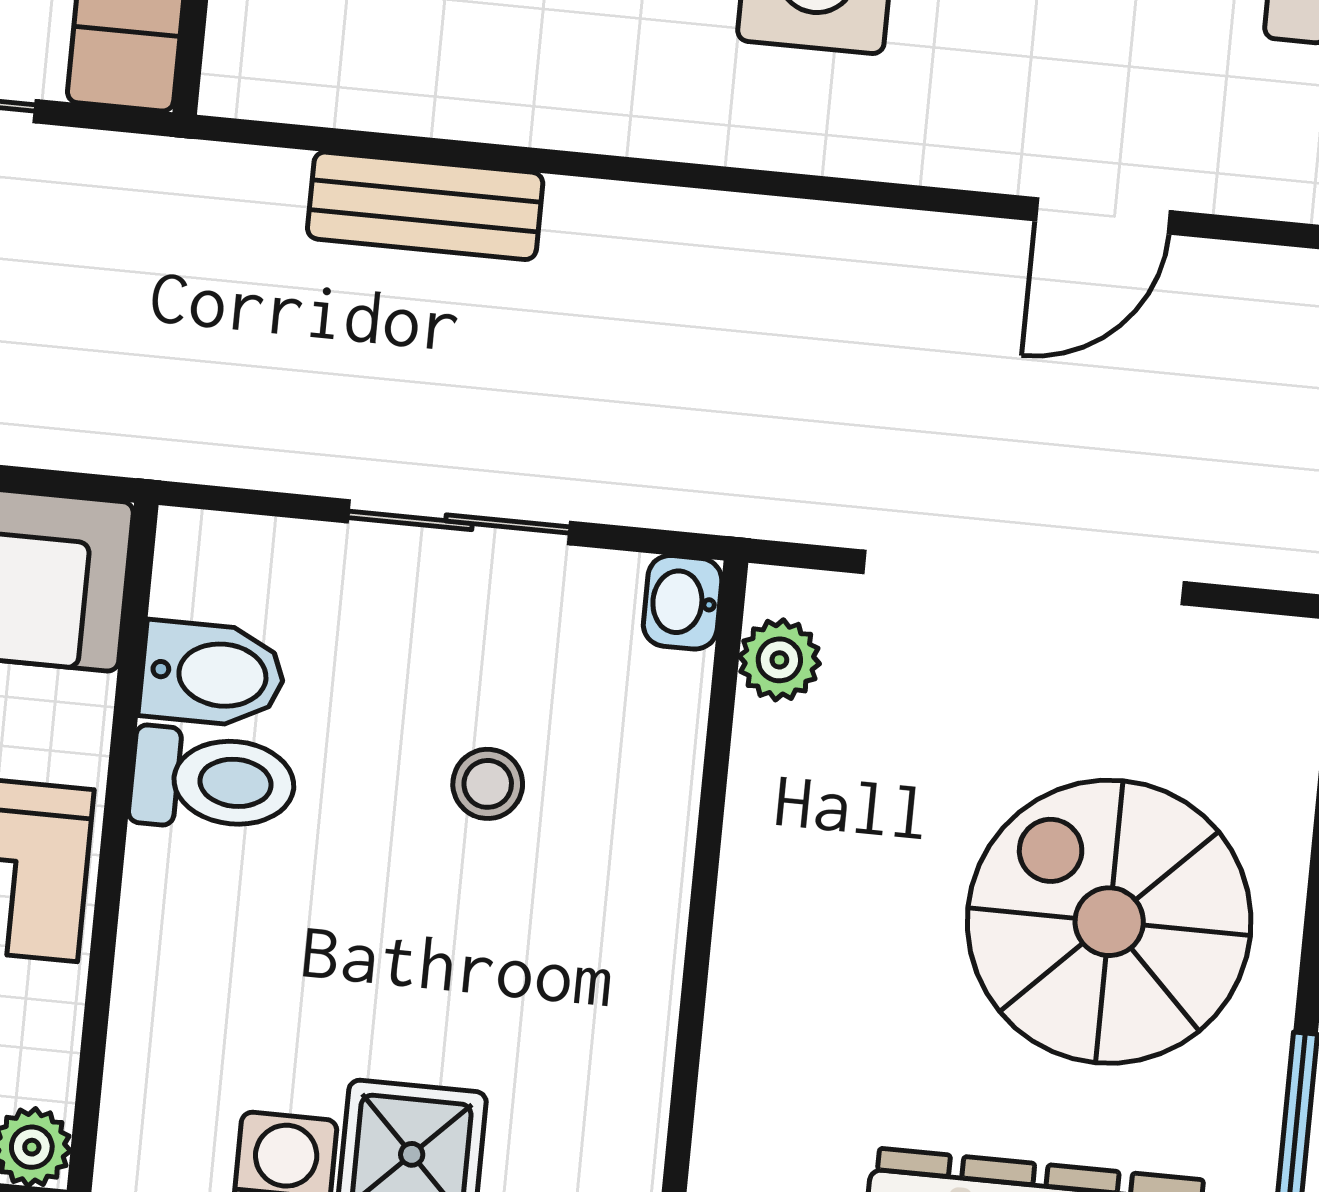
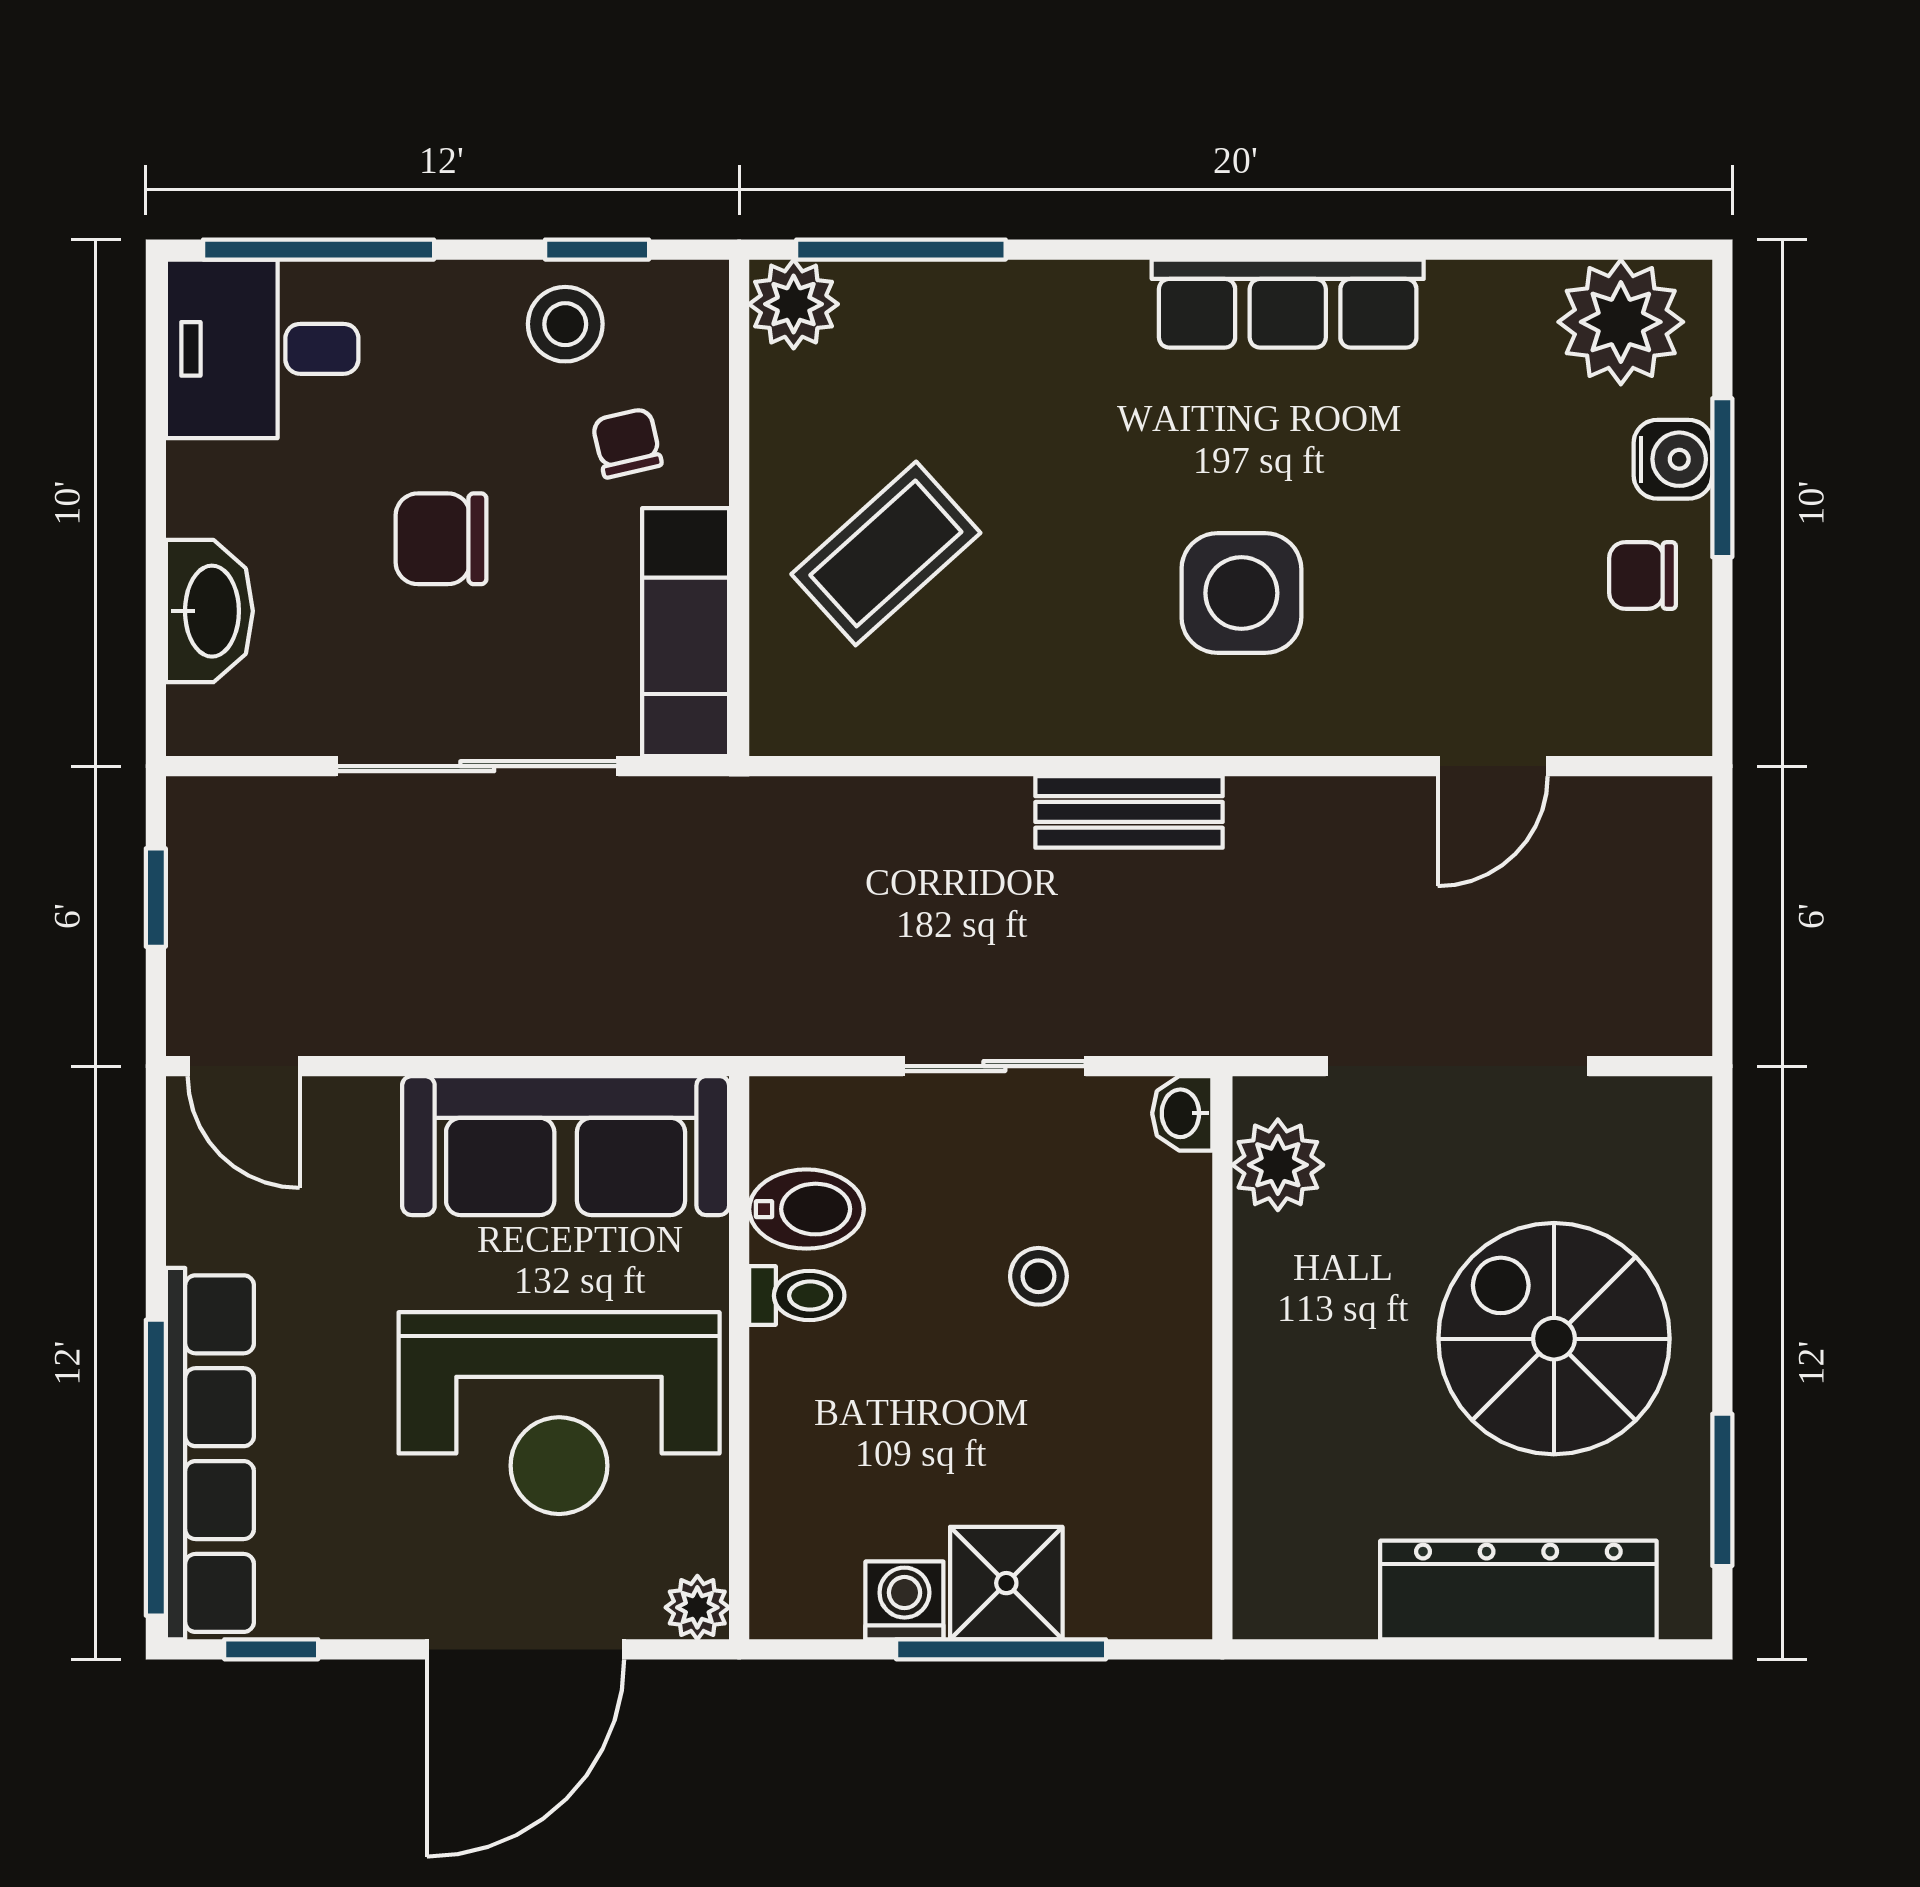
bench: (425, 206) -> (1129, 812), moved
plant: (779, 660) -> (1278, 1165), width x1.38, depth x1.38
toilet: (213, 781) -> (797, 1296), width x0.73, depth x0.72

